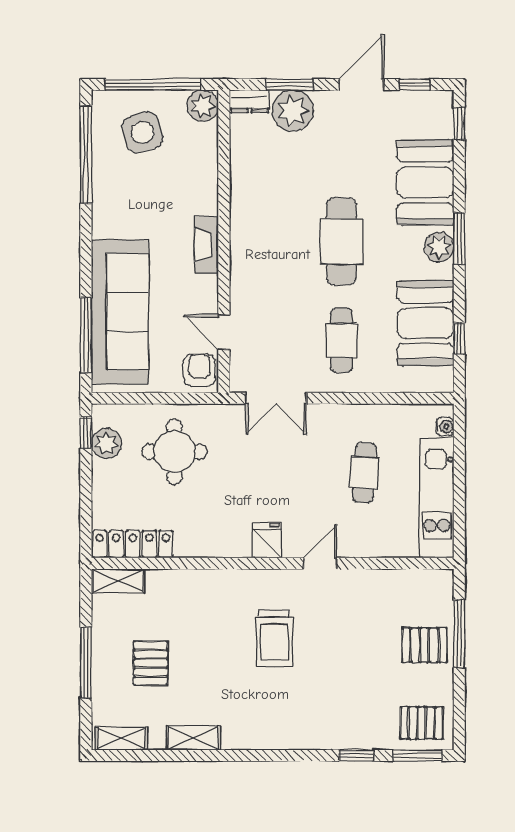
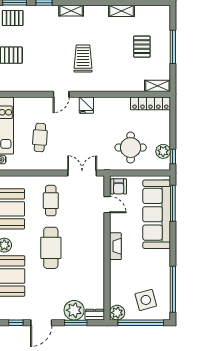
shelving: (121, 738) -> (71, 11), moved

